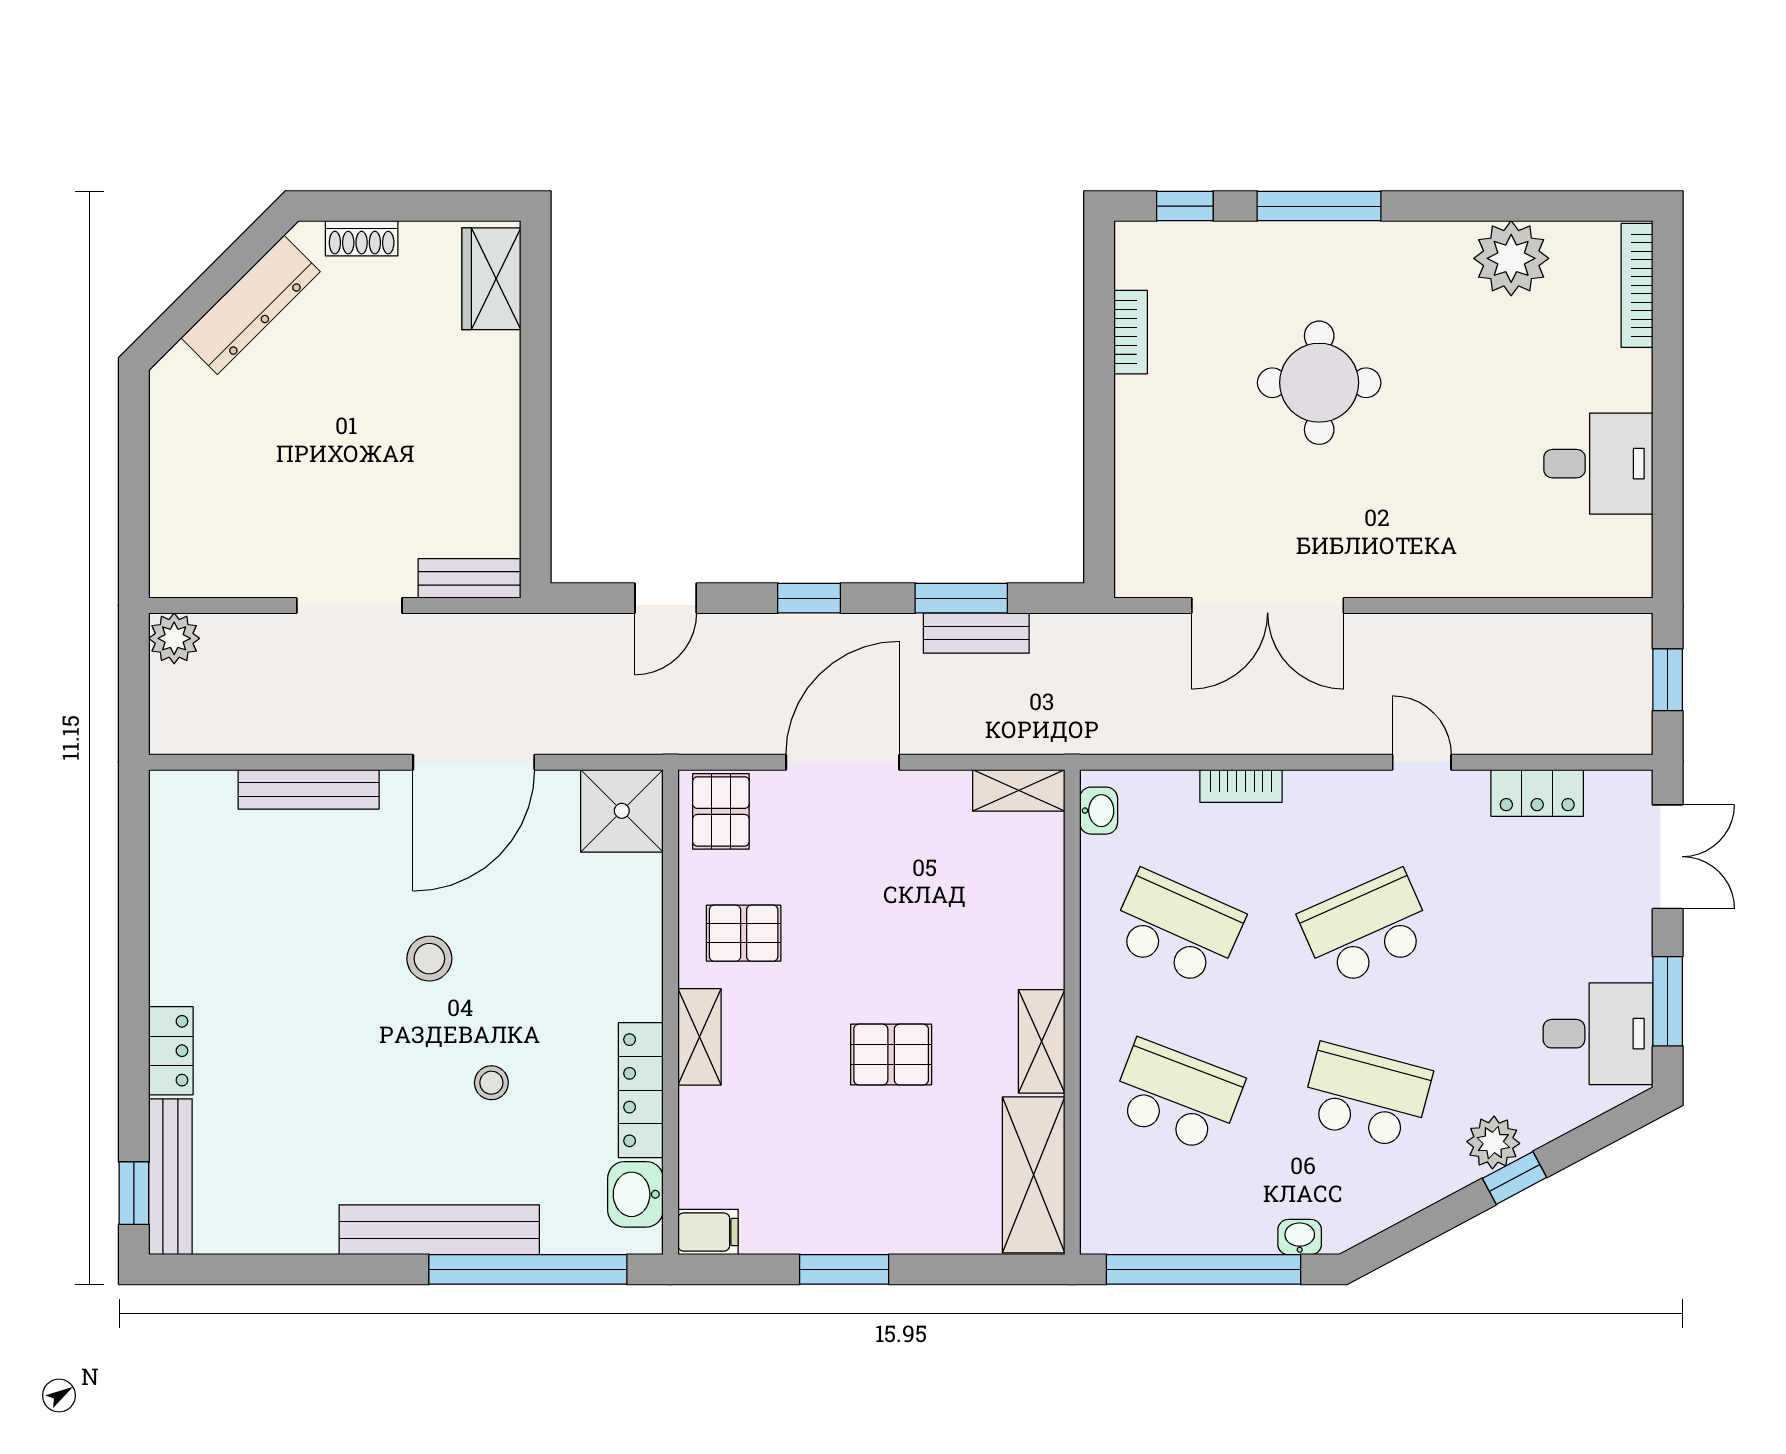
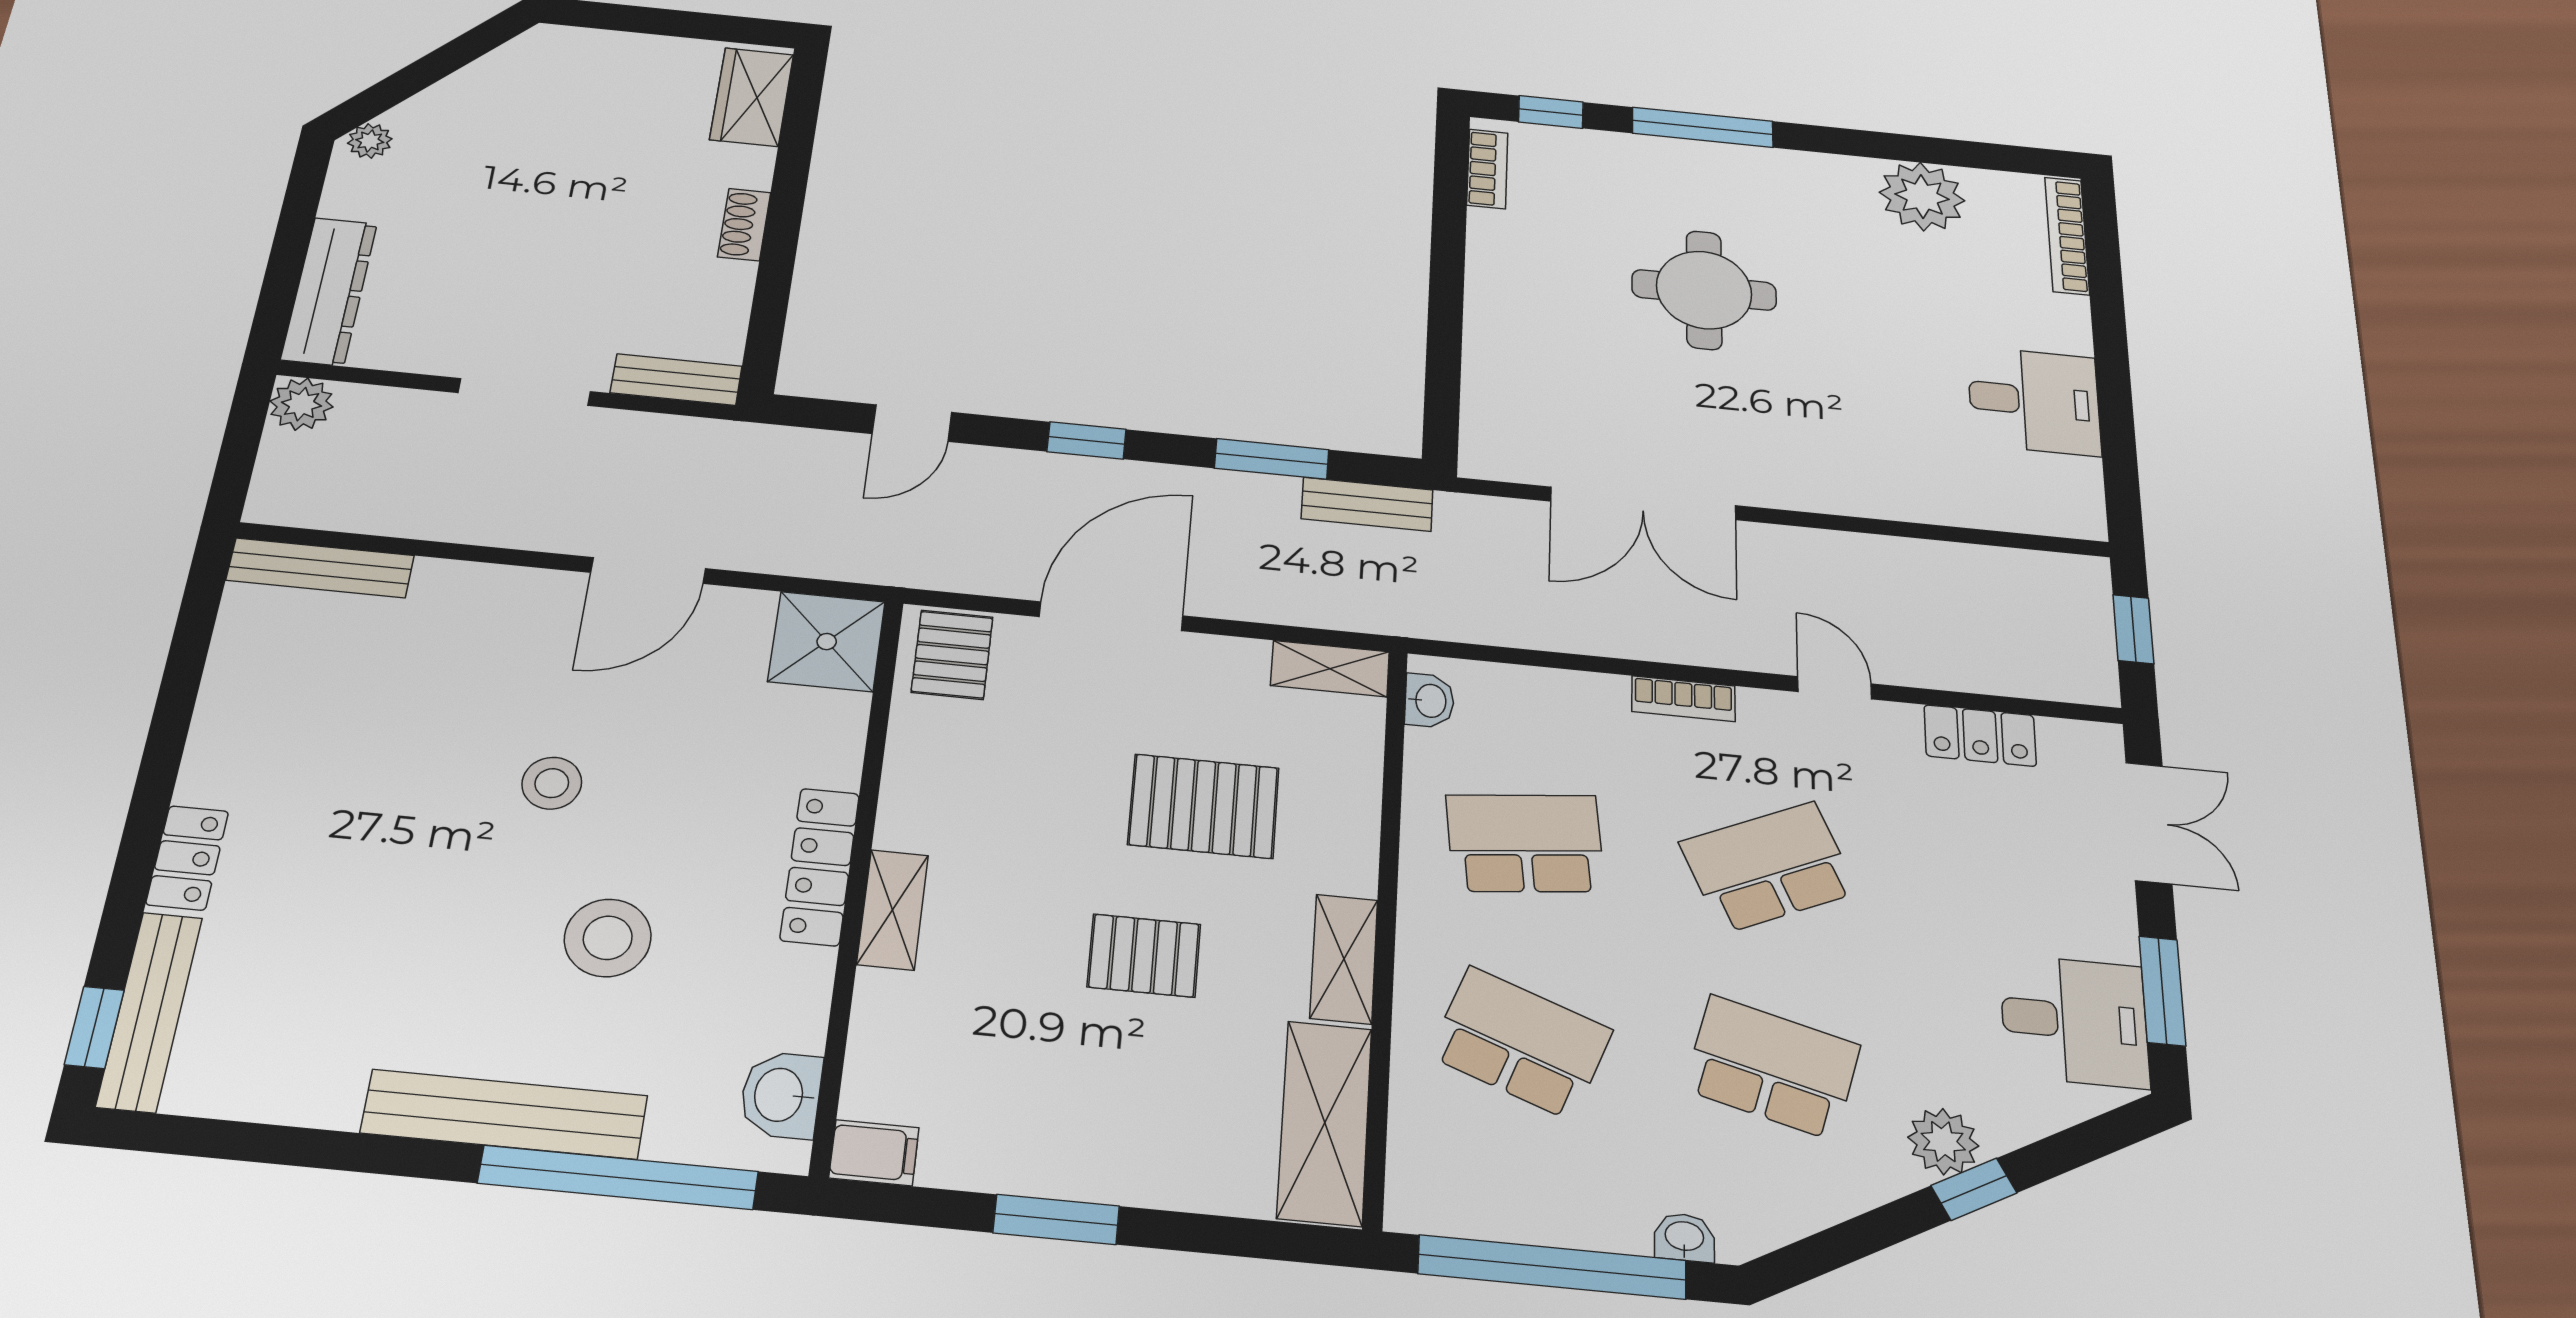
shoe rack: (362, 238) -> (744, 225), moved, turned 90
dresser: (251, 305) -> (329, 291), moved, turned -45
bookcase: (1131, 332) -> (1487, 169), moved
plant: (178, 367) -> (370, 141), added
bench: (976, 633) -> (1367, 504), moved
door: (474, 762) -> (648, 571), width x0.73
bookcase: (1241, 786) -> (1683, 699), moved
bench: (309, 789) -> (320, 568), moved
school desk: (1177, 928) -> (1525, 843), turned -30
pallet: (744, 933) -> (1204, 806), moved, width x1.50, depth x1.42
stool: (491, 1083) -> (608, 938), width x1.89, depth x1.89
locker: (641, 1090) -> (820, 867), moved

